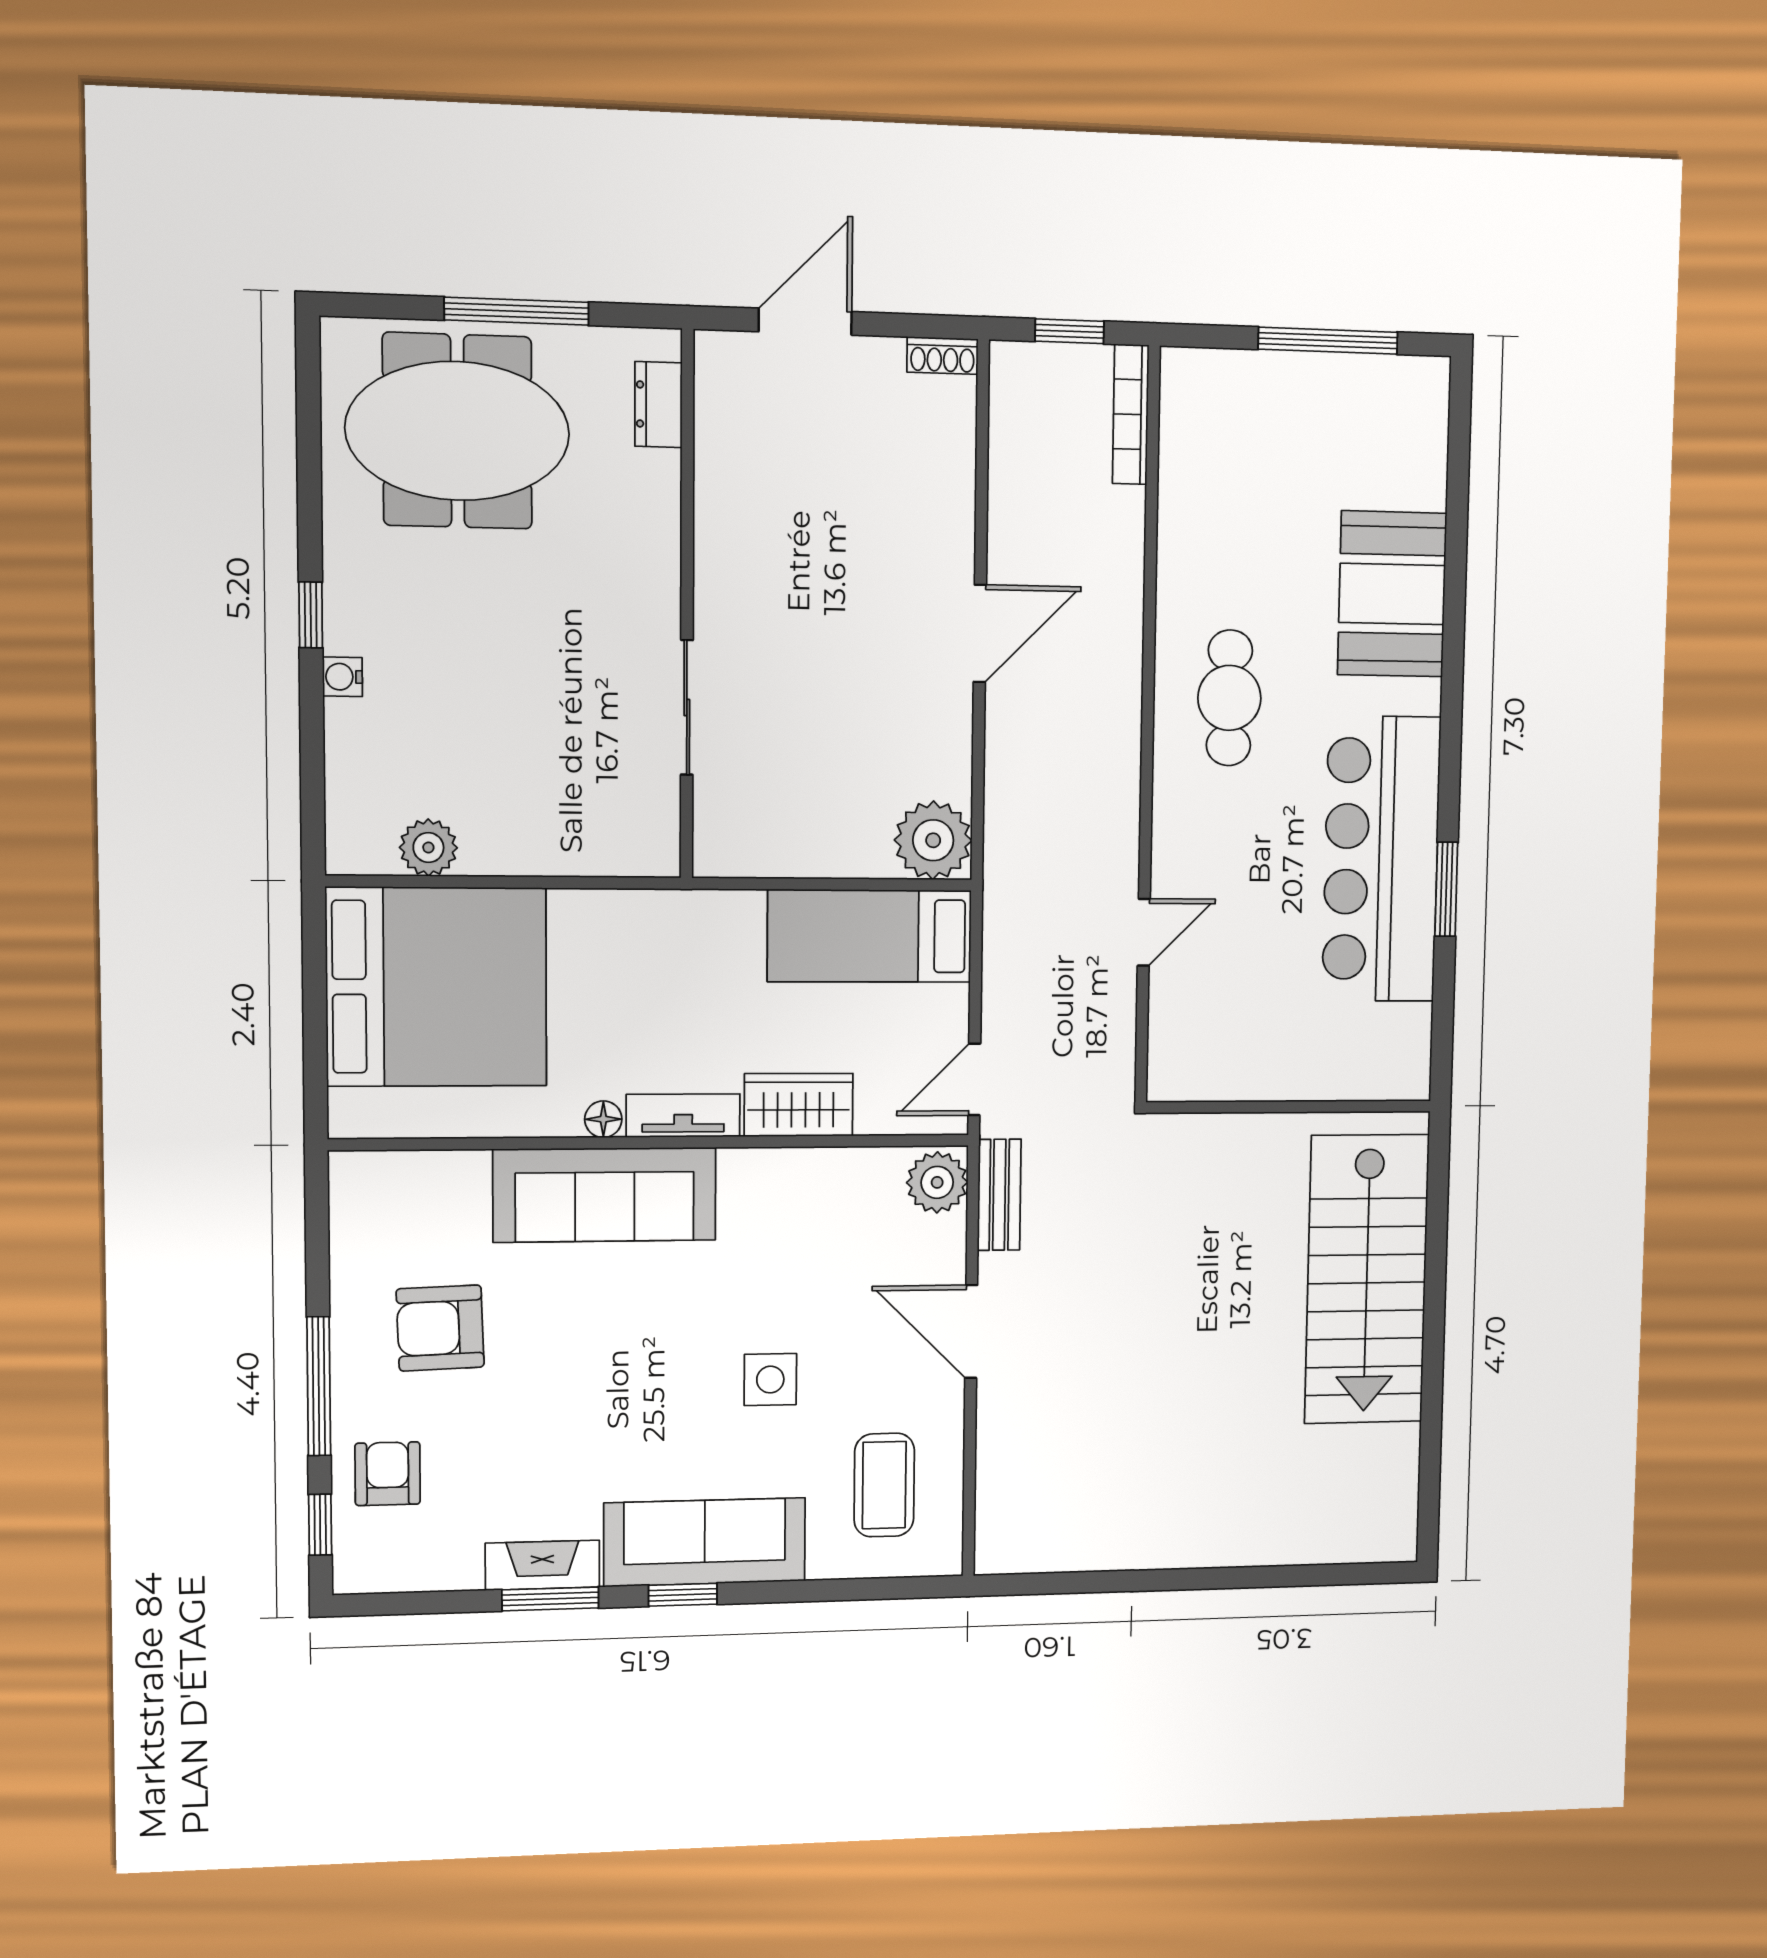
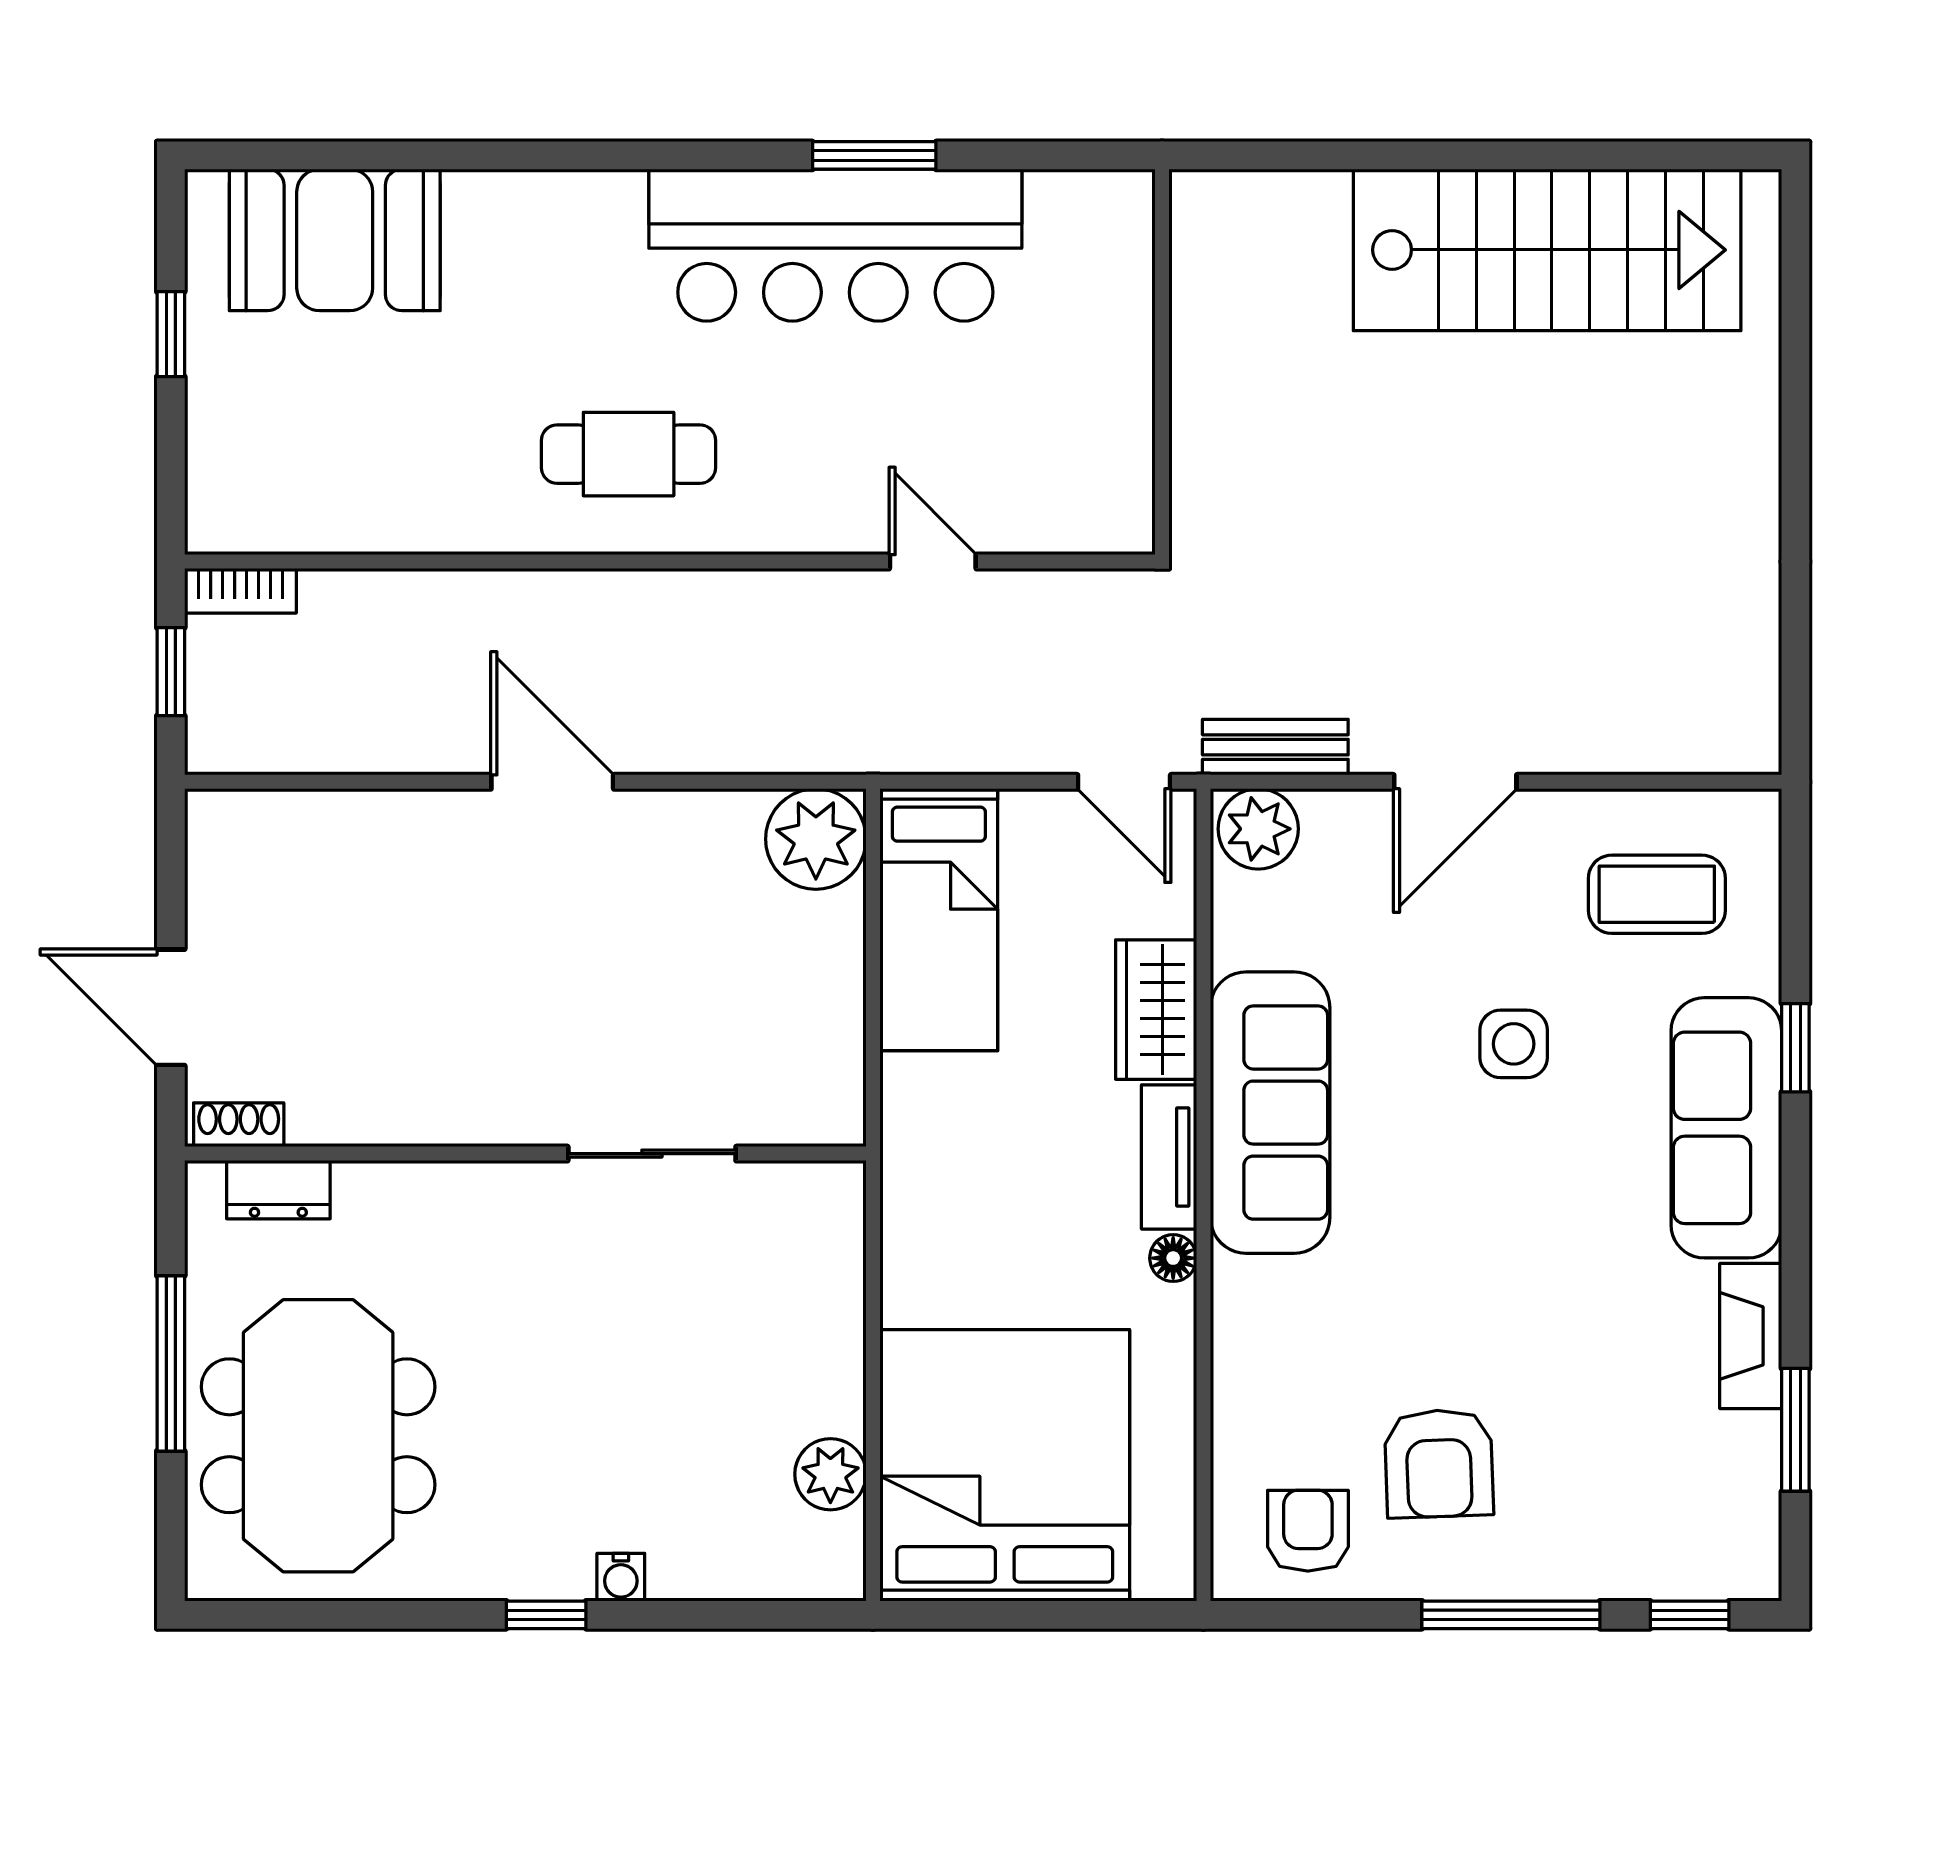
window: (1328, 341) -> (171, 334), width x0.46
shoe rack: (942, 356) -> (239, 1125), moved, turned -90
bookcase: (1131, 414) -> (240, 591), width x0.64
booth: (1392, 594) -> (335, 240), moved
sofa: (605, 1195) -> (1270, 1113), moved
stairs: (1367, 1279) -> (1547, 250), moved
armchair: (388, 1474) -> (1308, 1531), moved, turned 90
window: (683, 1595) -> (1795, 1048), moved
window: (550, 1599) -> (1795, 1430), moved

